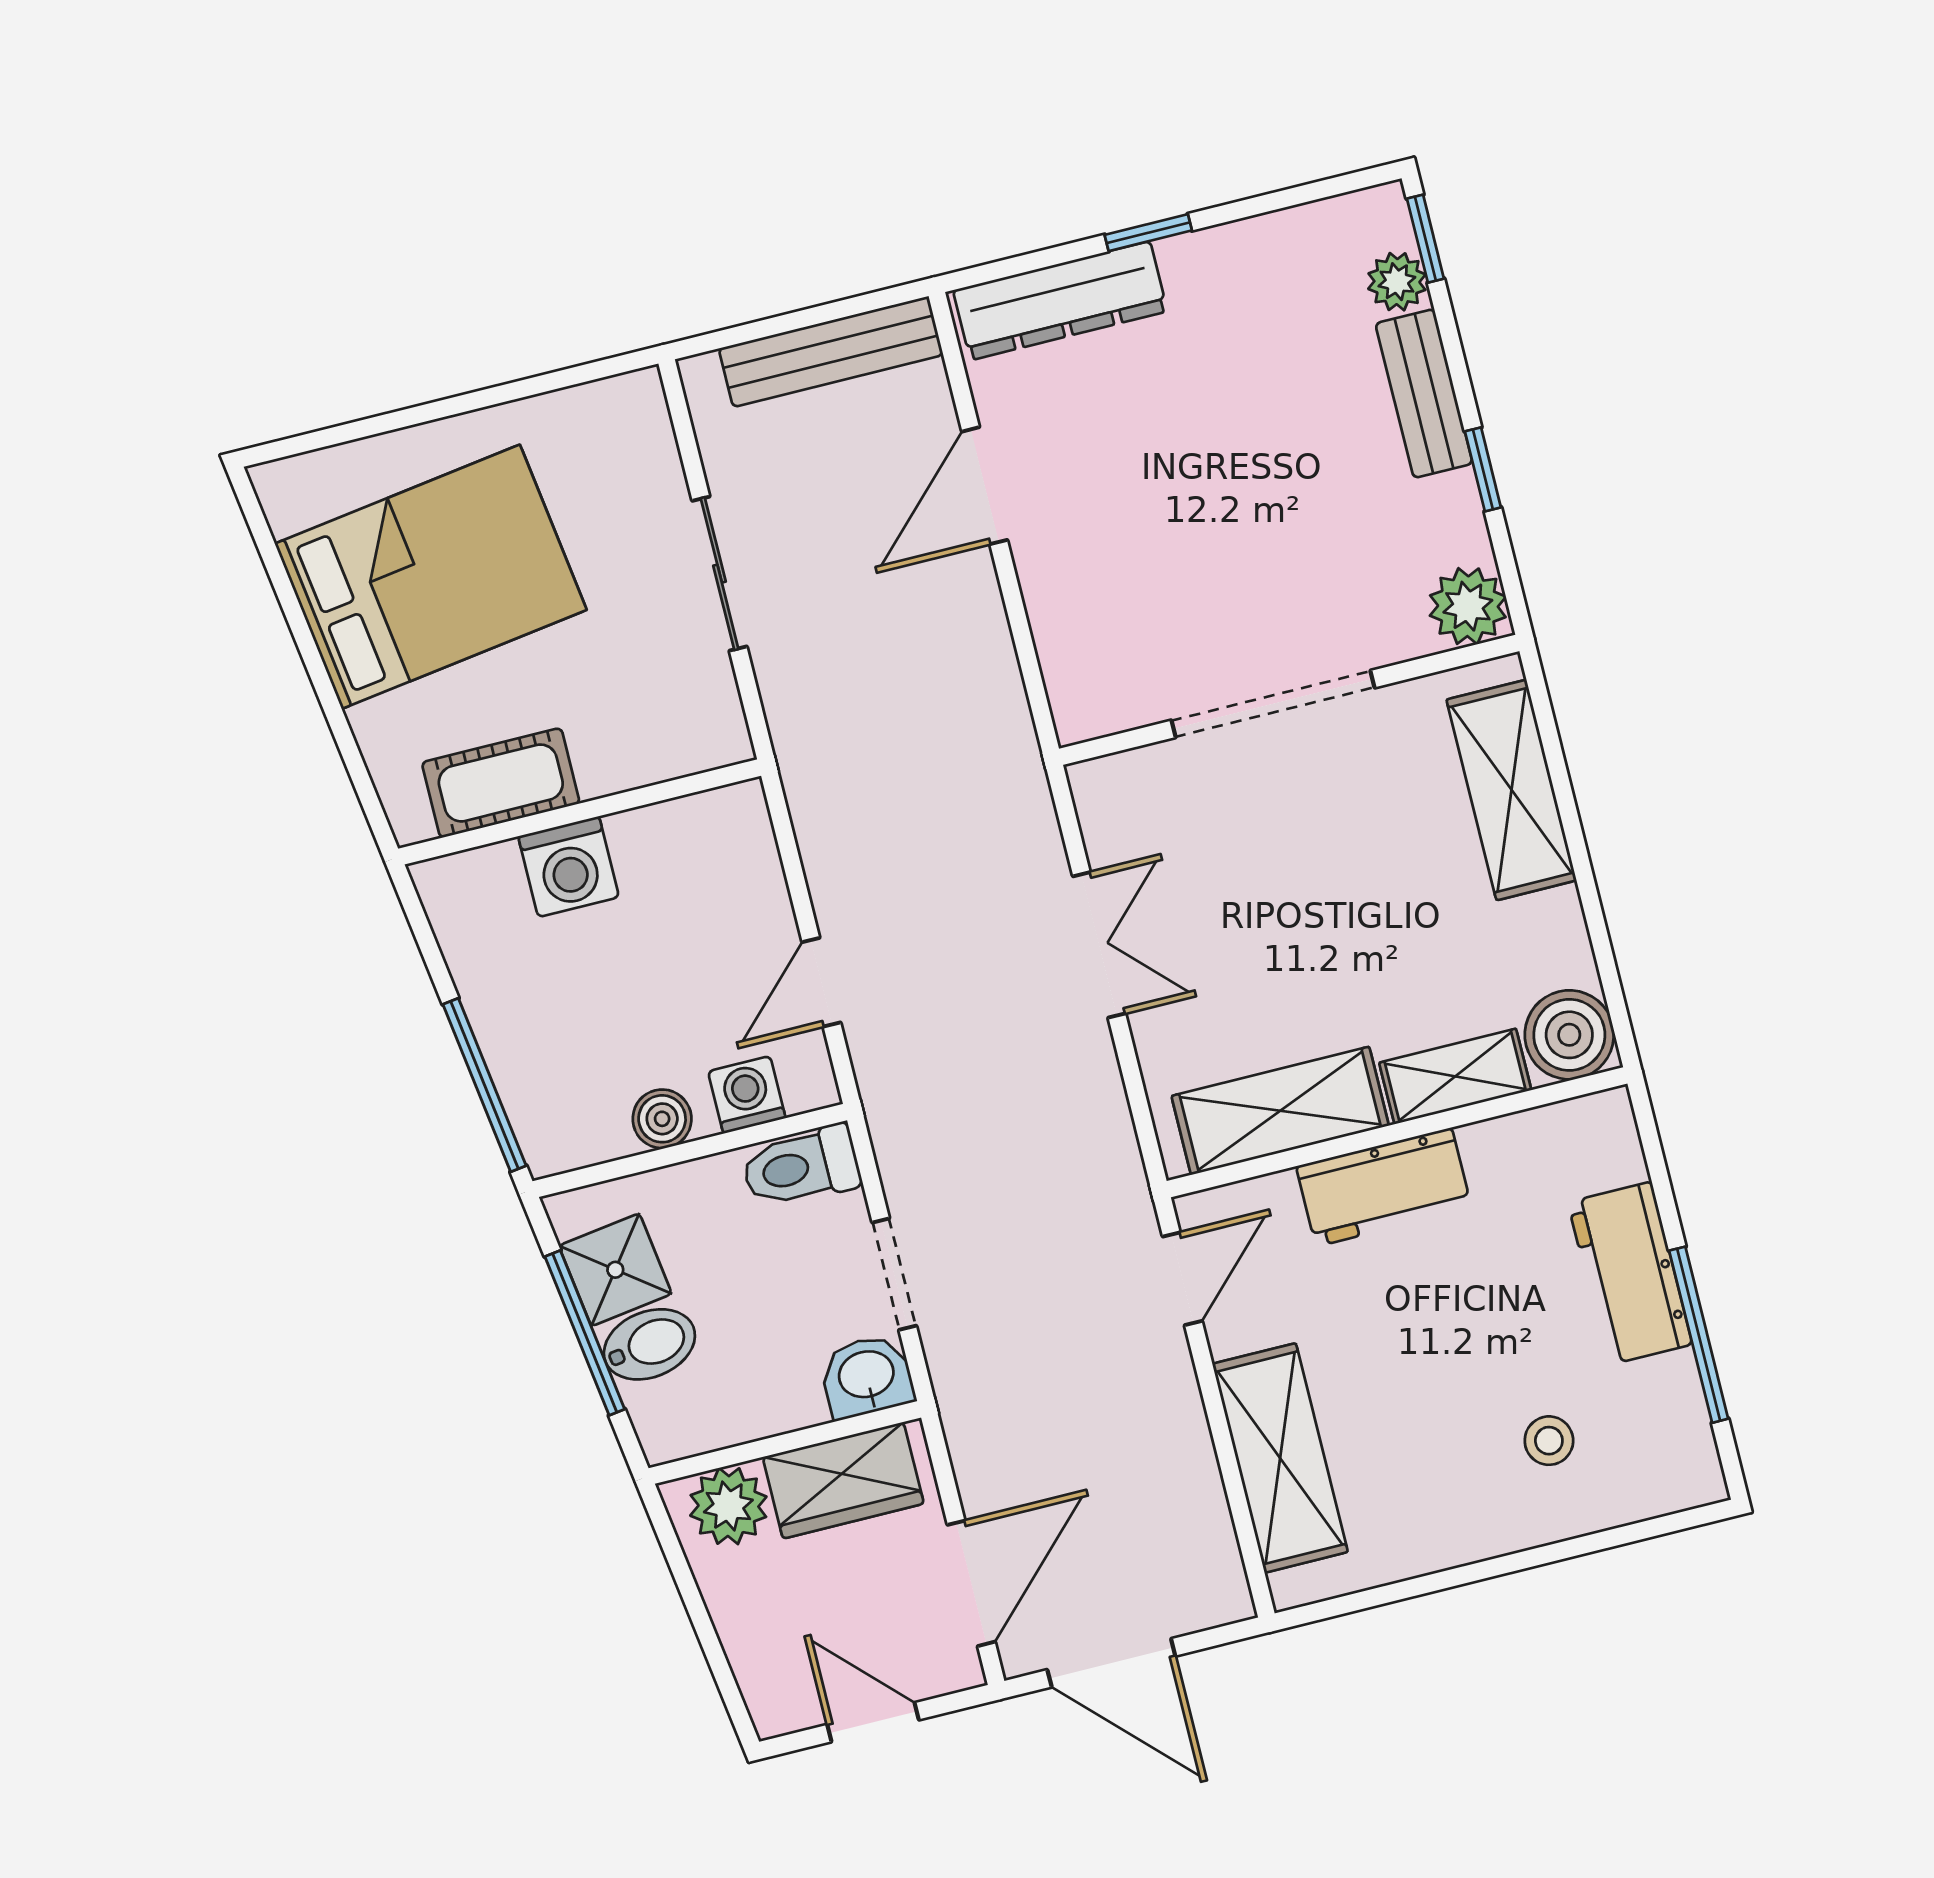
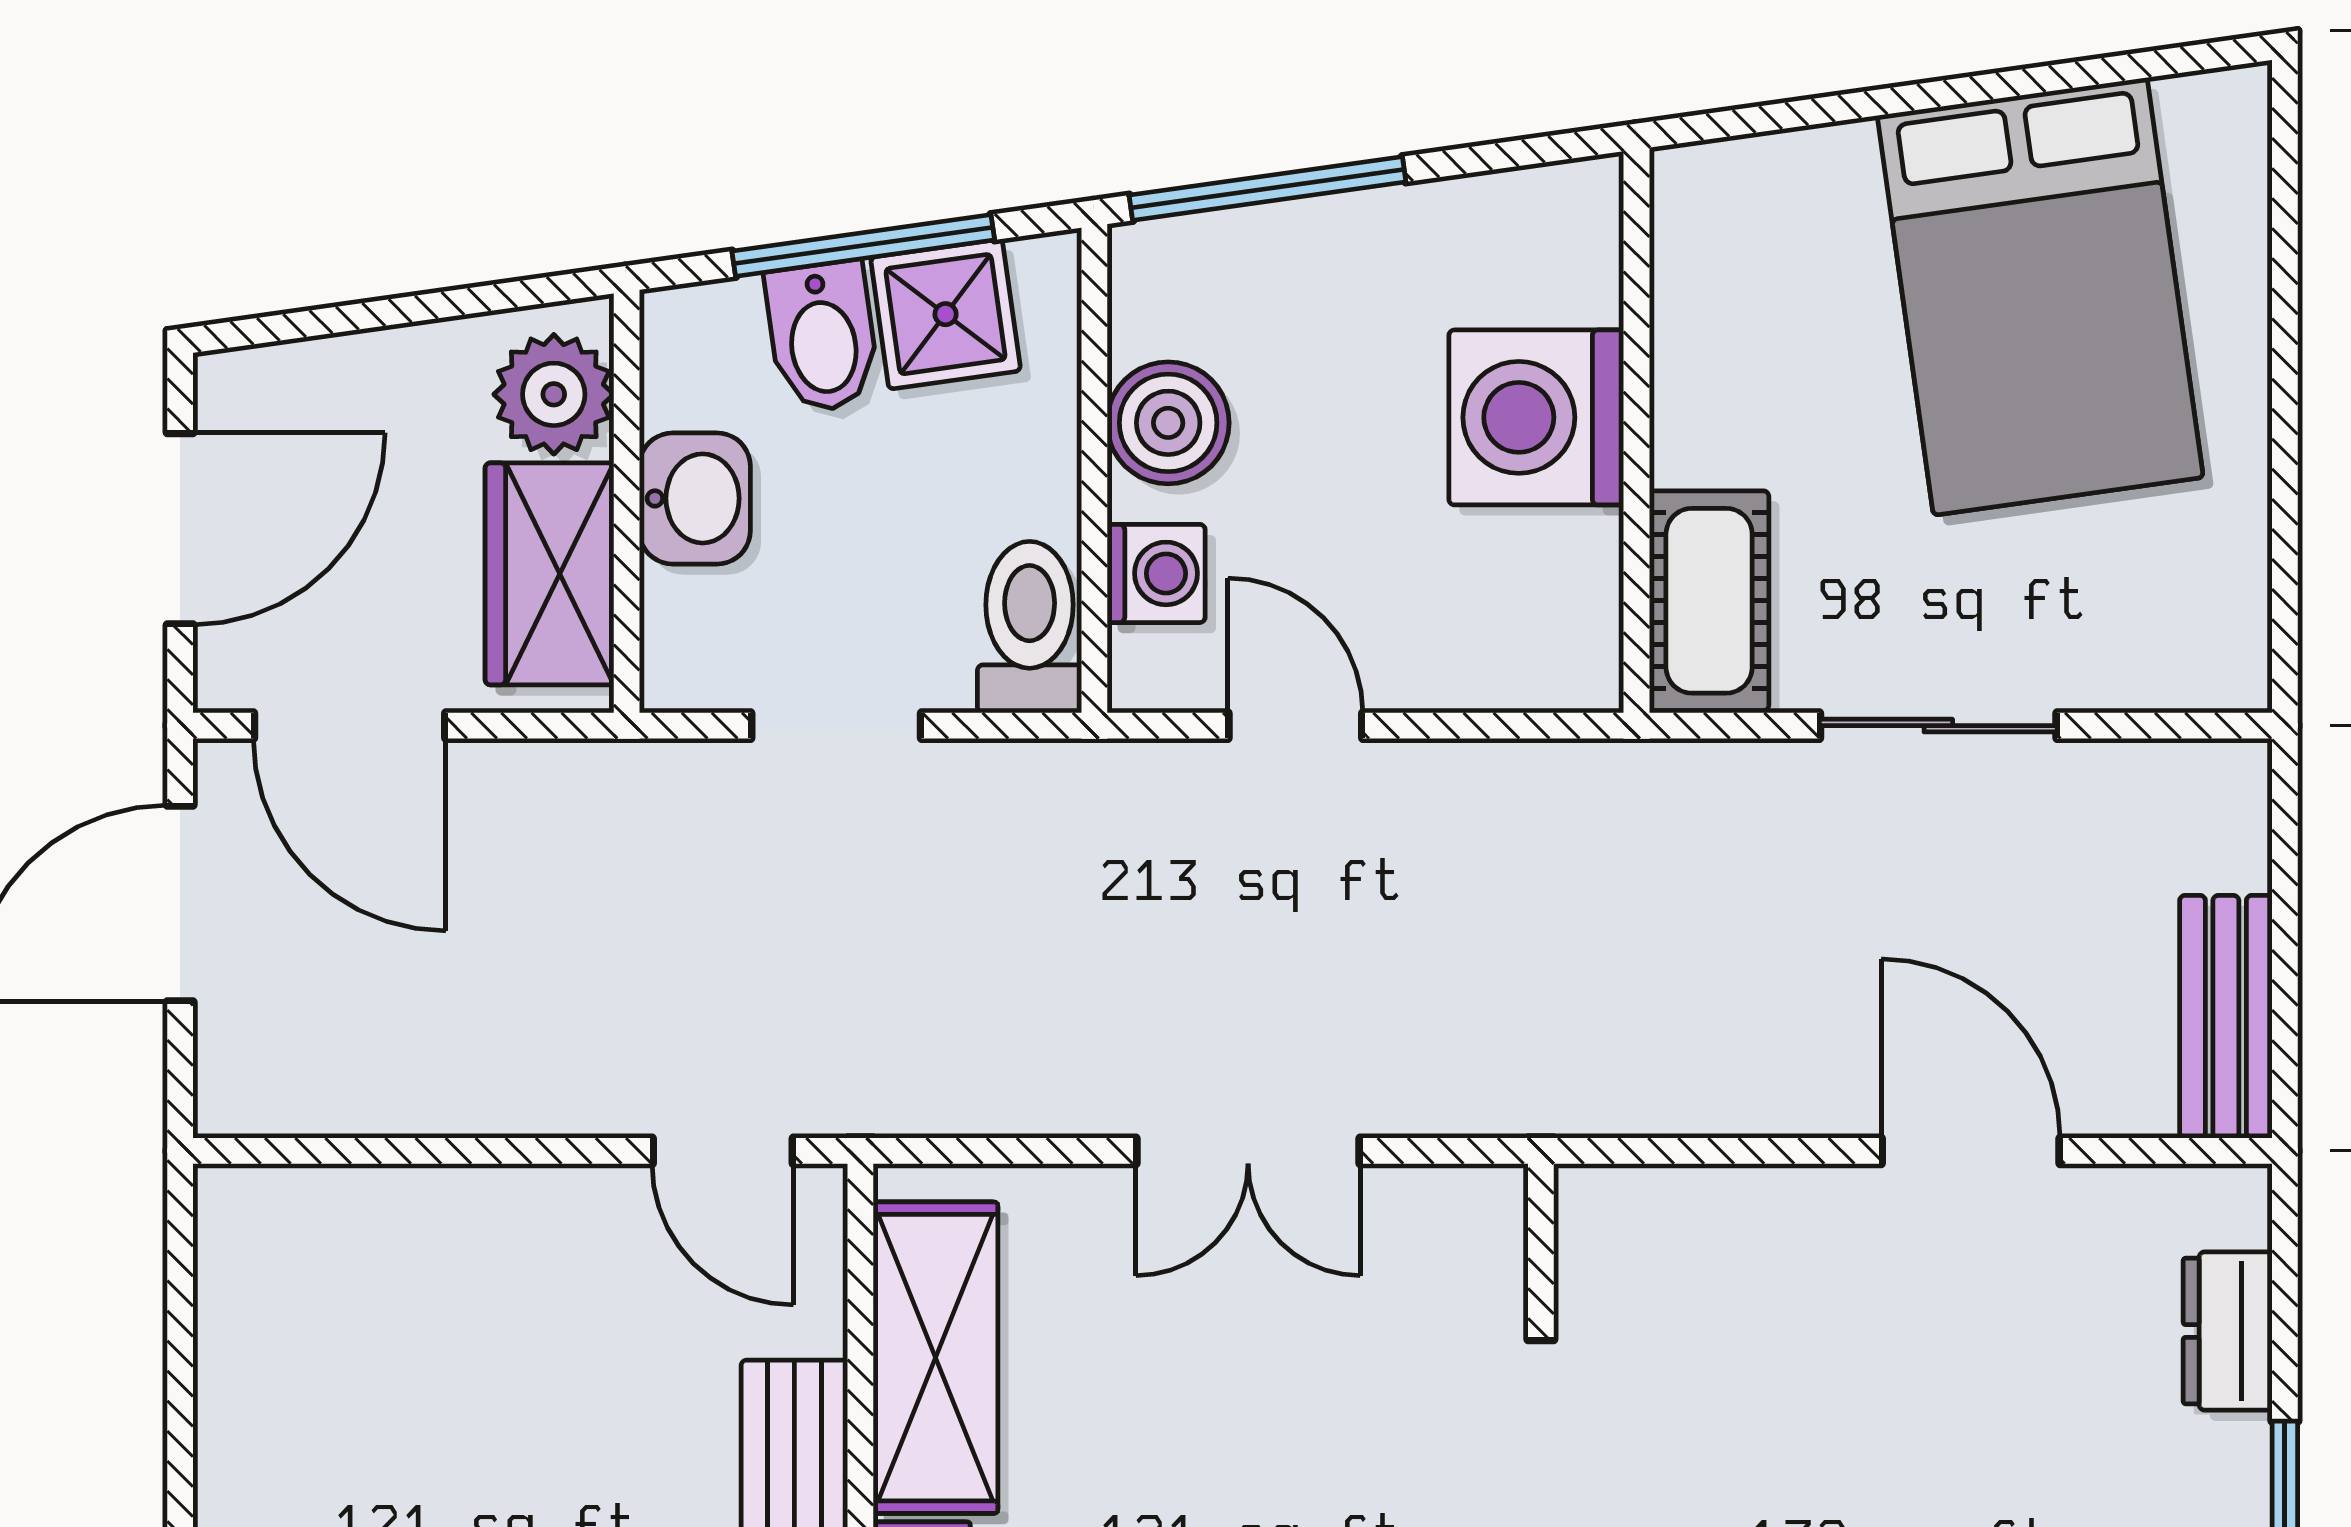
dresser: (1060, 301) -> (2228, 1331), width x0.51, depth x0.80
bench: (831, 352) -> (2226, 1017), width x0.73
cot: (501, 783) -> (1709, 601), moved
washing machine: (569, 867) -> (1536, 417), width x1.37, depth x1.37
boiler: (662, 1119) -> (1168, 423), width x1.36, depth x1.36
washbasin: (867, 1376) -> (695, 498), moved
shelving: (1280, 1458) -> (421, 1229), removed
door: (873, 1722) -> (180, 529), width x1.38

